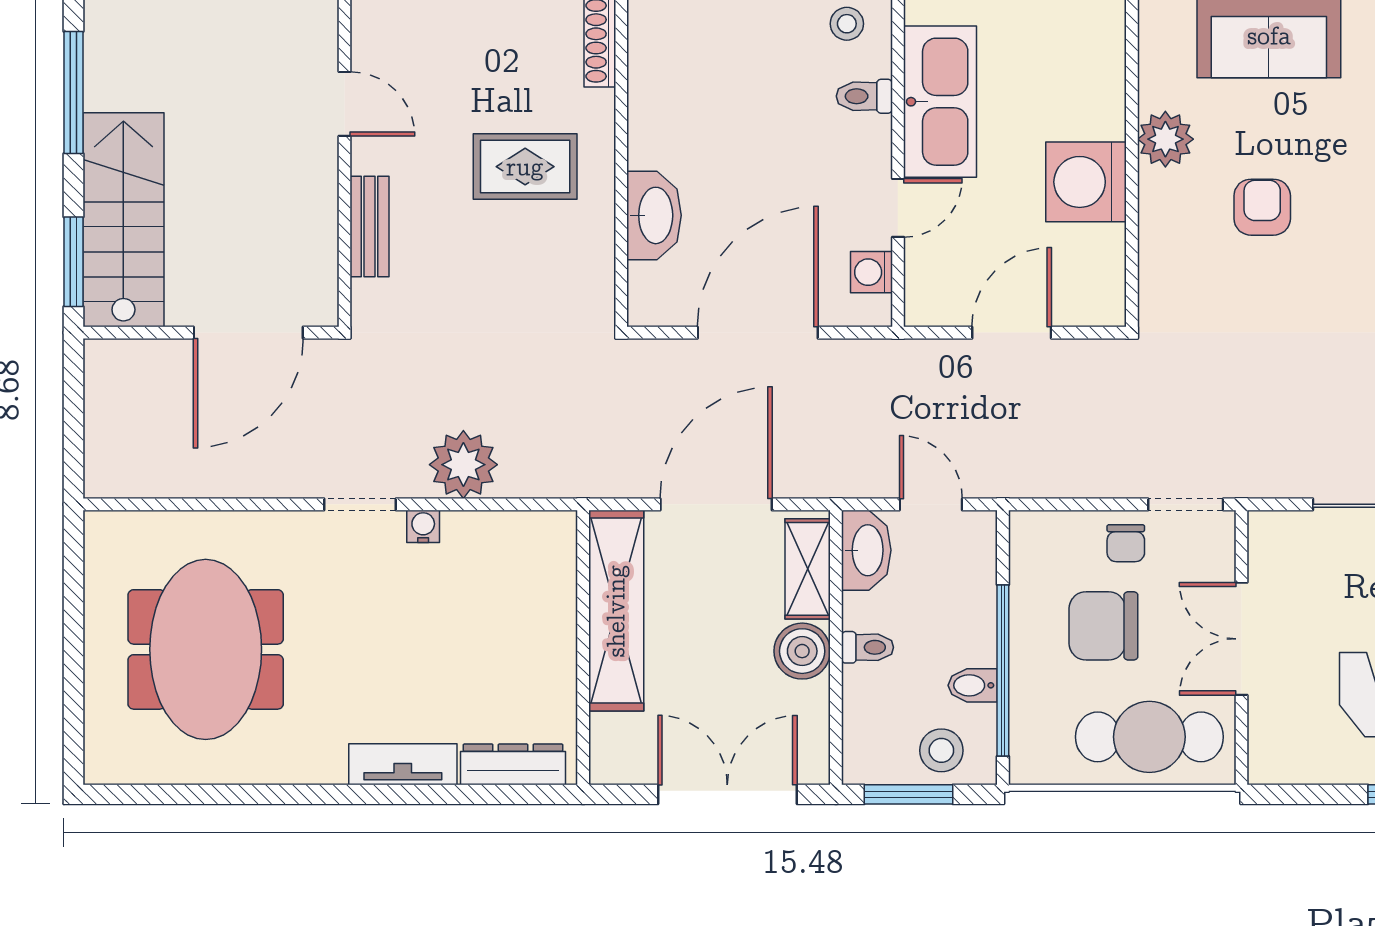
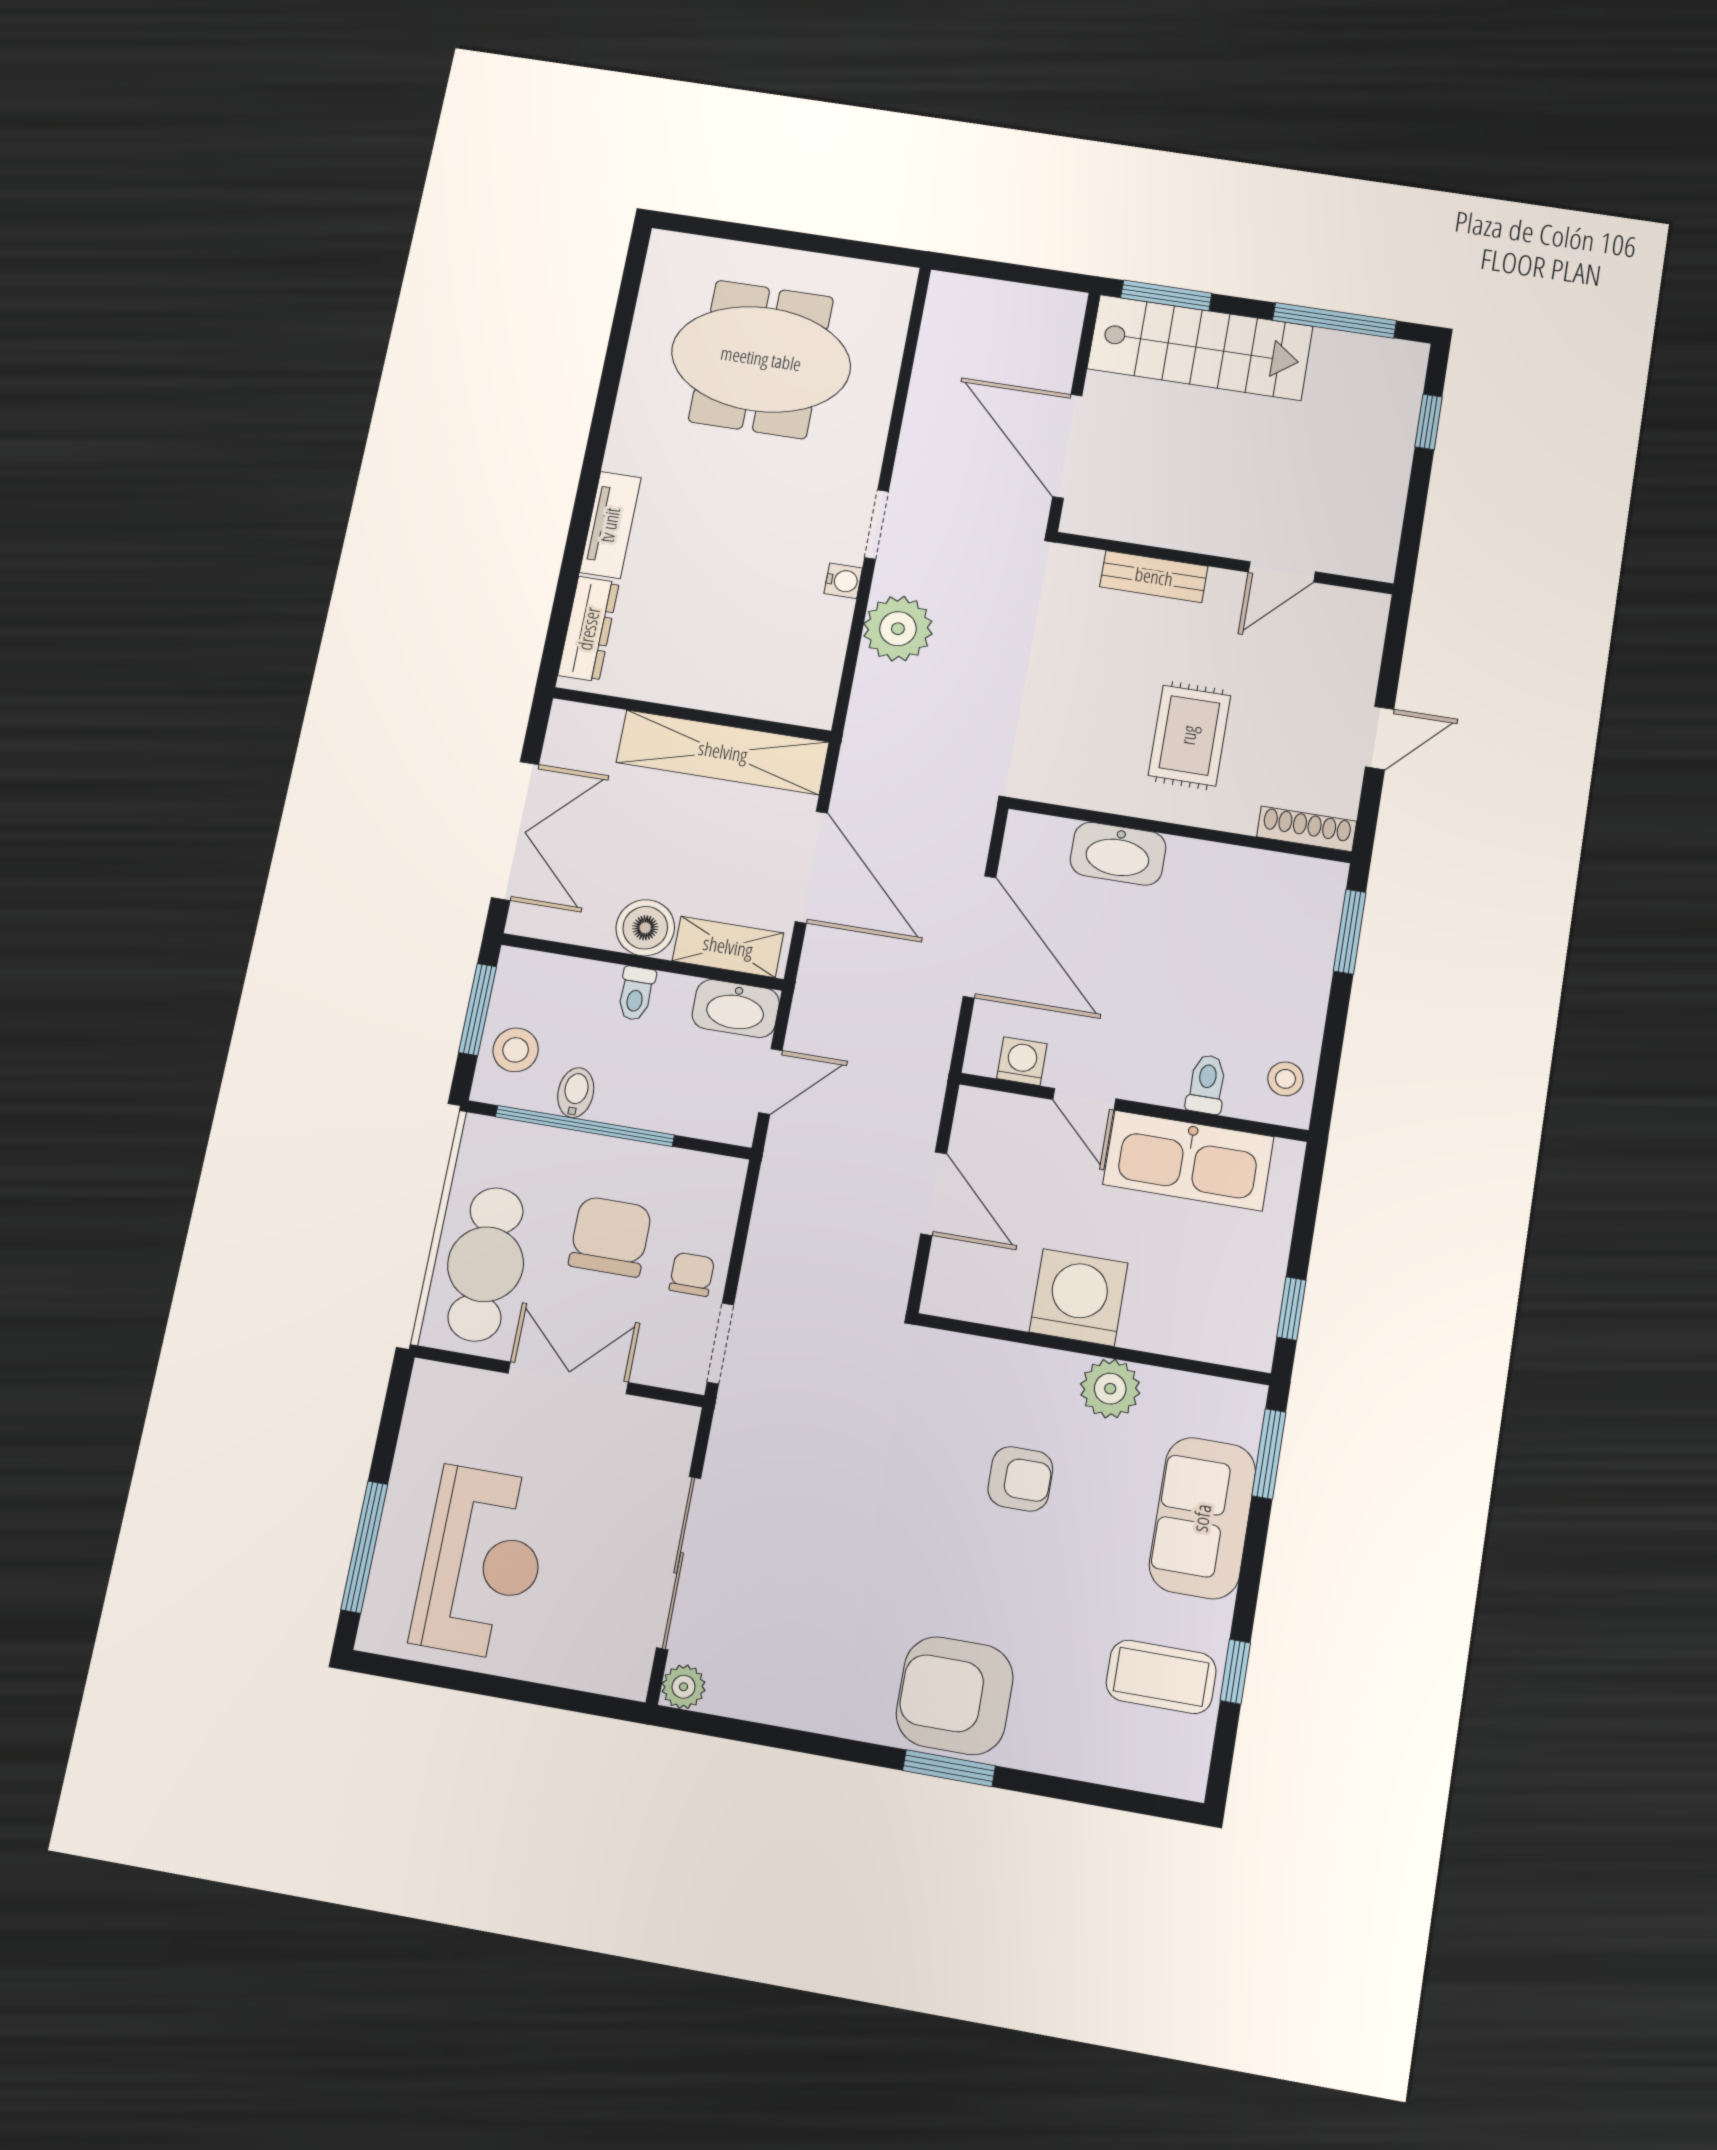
chair: (1126, 543) -> (692, 1274), turned 90

